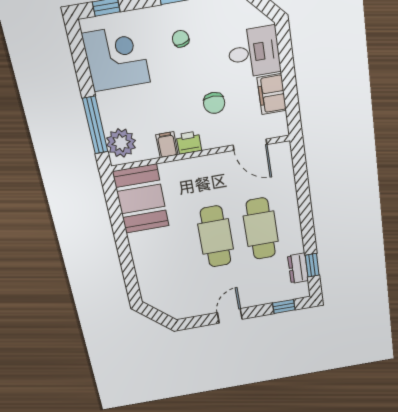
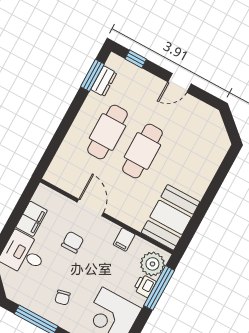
printer: (189, 143) -> (145, 286), moved, turned 90
door: (250, 145) -> (90, 207), moved
window: (312, 265) -> (92, 75), width x1.50

